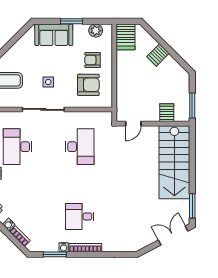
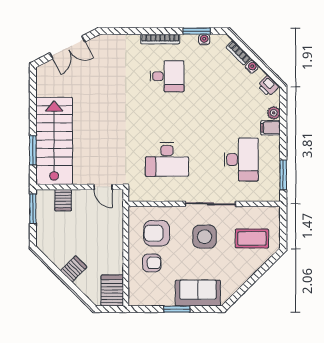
plant: (96, 31) -> (148, 298), removed
side table: (48, 82) -> (205, 237), width x1.87, depth x1.87
door: (133, 124) -> (103, 187), swing flipped
desk: (80, 147) -> (167, 159), turned -90
window: (192, 206) -> (33, 150), moved
double door: (173, 236) -> (67, 47), moved
water cooler: (64, 247) -> (204, 40), moved

